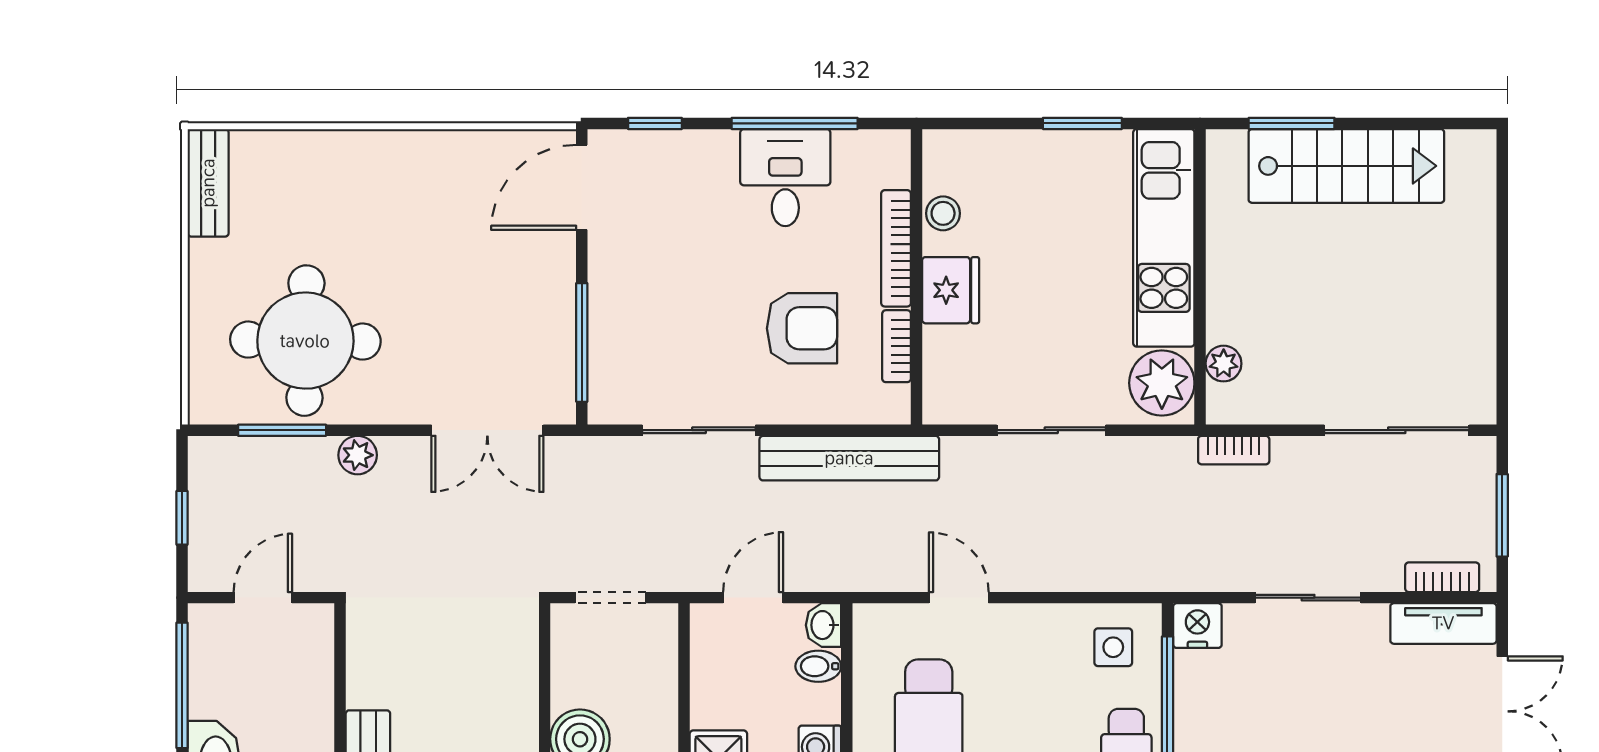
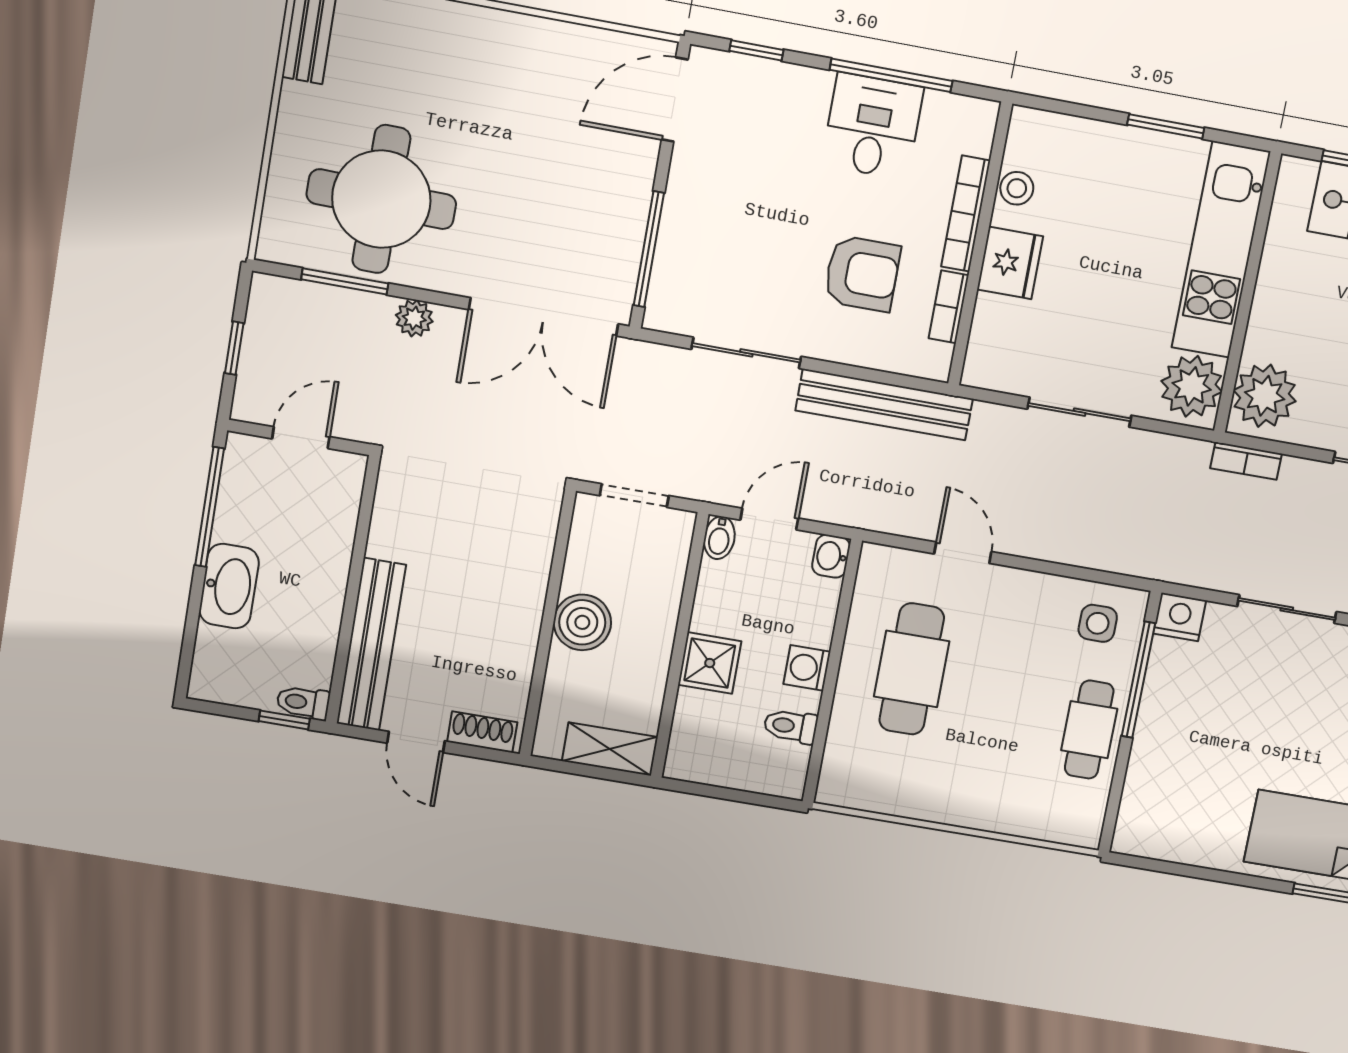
plant: (1224, 364) -> (1265, 396), width x1.88, depth x1.88
double door: (487, 430) -> (544, 317), width x1.37
bidet: (818, 666) -> (719, 538), moved, turned -90

